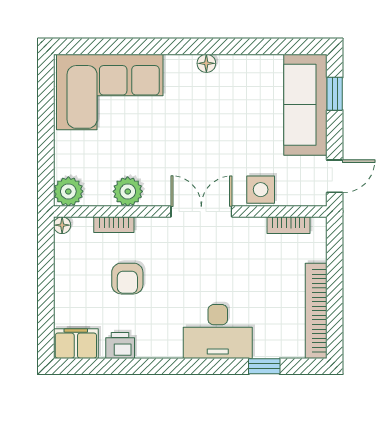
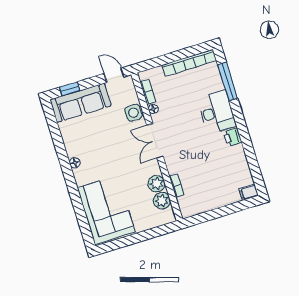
plant: (68, 191) -> (162, 201), moved
floor lamp: (62, 225) -> (153, 109), moved
armchair: (127, 279) -> (203, 169), removed
filing cabinet: (76, 344) -> (249, 192), width x0.50
printer: (120, 345) -> (233, 137), moved
window: (264, 366) -> (228, 81), width x2.17

